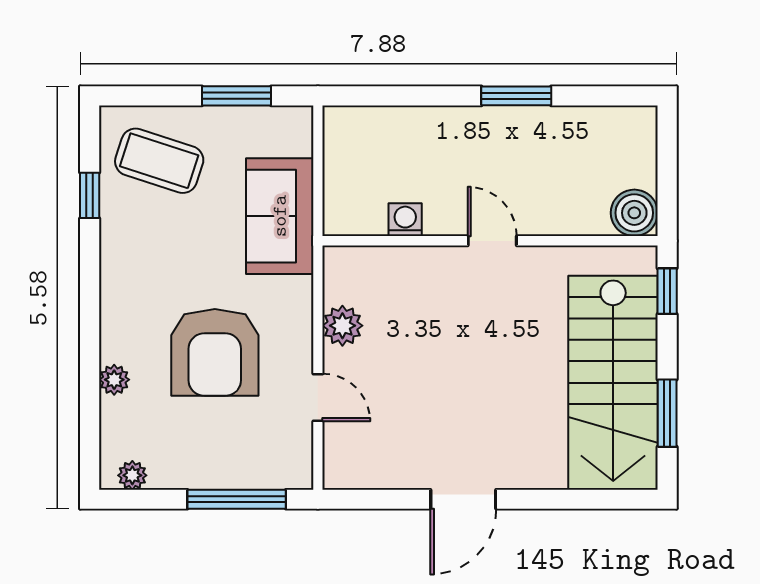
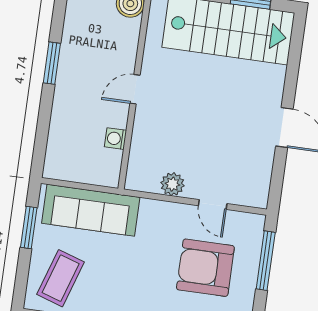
sofa: (280, 216) -> (91, 210), width x1.36
armchair: (215, 352) -> (205, 268), moved, turned 180
door: (318, 397) -> (213, 205), swing flipped

